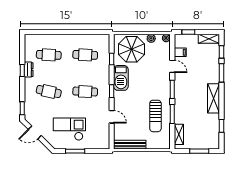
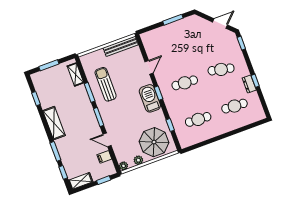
barbecue: (121, 78) -> (150, 98), moved
door: (112, 117) -> (149, 67), swing flipped
checkout: (69, 129) -> (187, 40), removed

